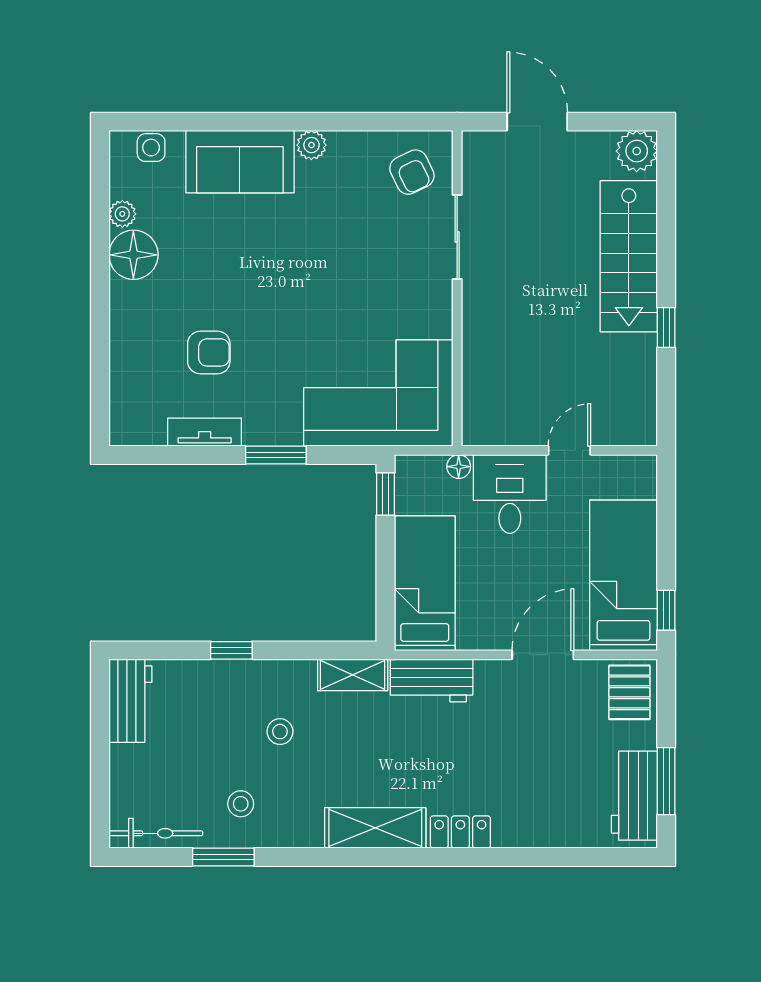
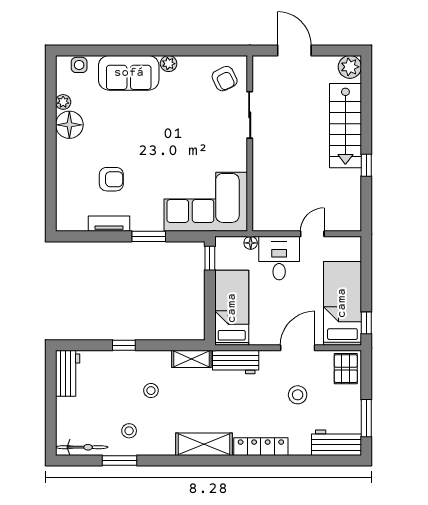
stool: (543, 739) -> (298, 395), added
workbench: (634, 796) -> (337, 443), moved, turned 90
locker: (460, 832) -> (261, 447), width x1.53

